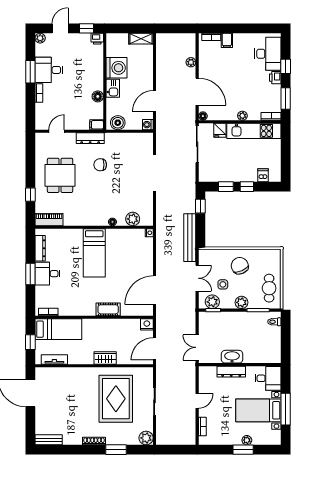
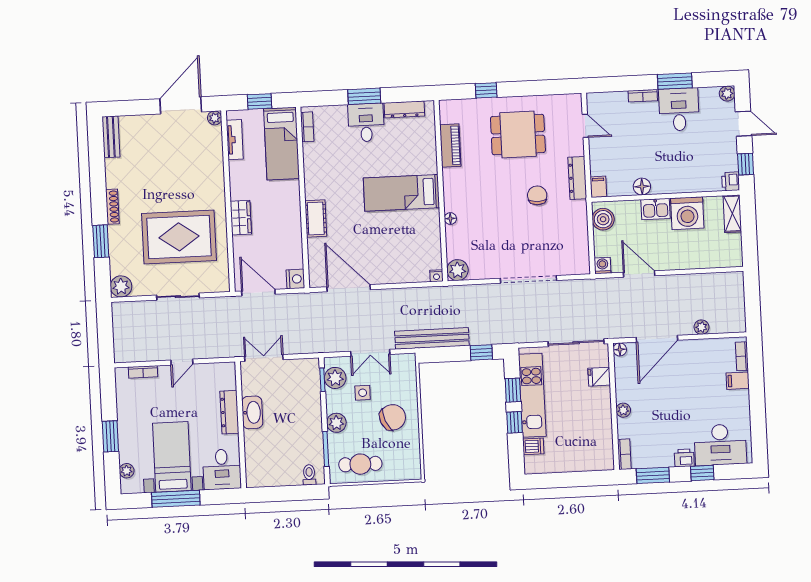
shelving: (141, 39) -> (732, 214), moved
kitchen unit: (254, 131) -> (532, 395), moved, turned 180
plant: (133, 219) -> (457, 270), moved
piano: (49, 220) -> (450, 146), moved
plant: (40, 372) -> (215, 118), added
door: (197, 401) -> (182, 362), hinge flipped
plant: (247, 440) -> (127, 471), moved

